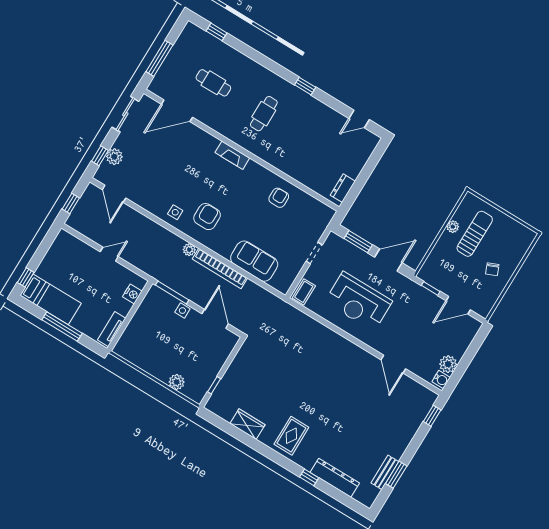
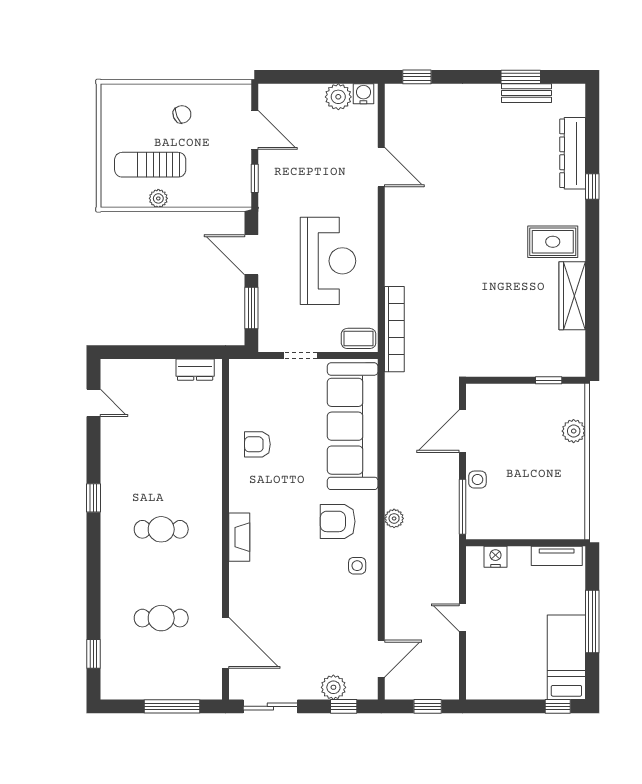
cafe table: (213, 83) -> (161, 618), turned 90
sofa: (254, 261) -> (353, 426), width x1.85, depth x1.27
bookcase: (220, 269) -> (394, 329), moved
door: (393, 364) -> (381, 167), hinge flipped
wardrobe: (247, 424) -> (572, 296), width x1.50

